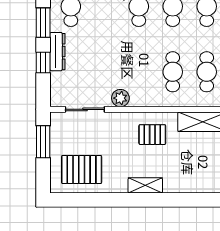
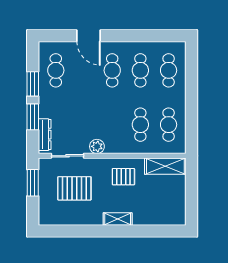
dresser: (57, 52) -> (45, 135), moved
window: (43, 62) -> (33, 117), width x1.50
pallet: (82, 169) -> (74, 188), moved

